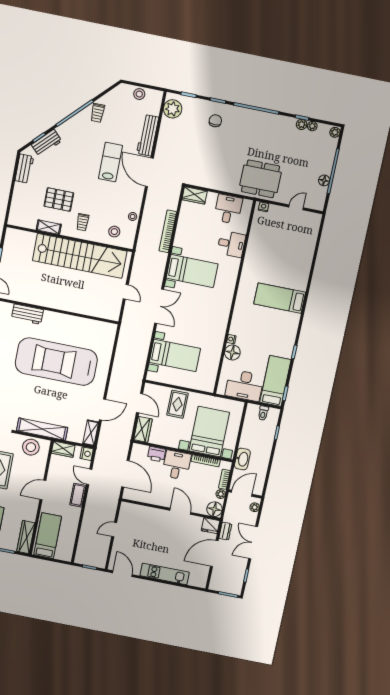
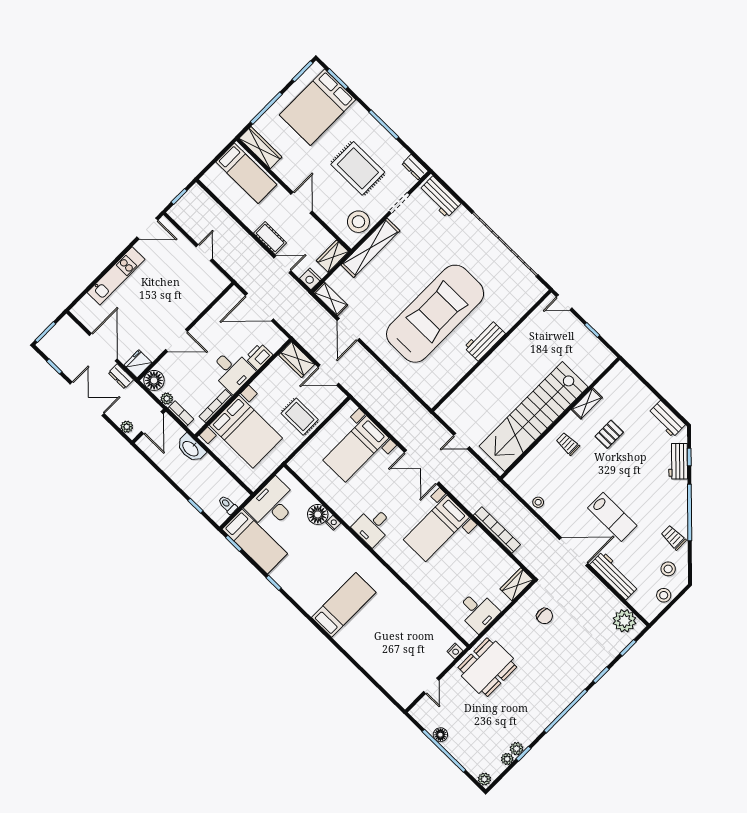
chair: (215, 121) -> (545, 616), moved
pallet: (59, 200) -> (609, 434), width x0.67, depth x0.71
stool: (114, 232) -> (668, 569), moved
desk: (231, 244) -> (373, 526), moved
workbench: (27, 314) -> (485, 340), moved

